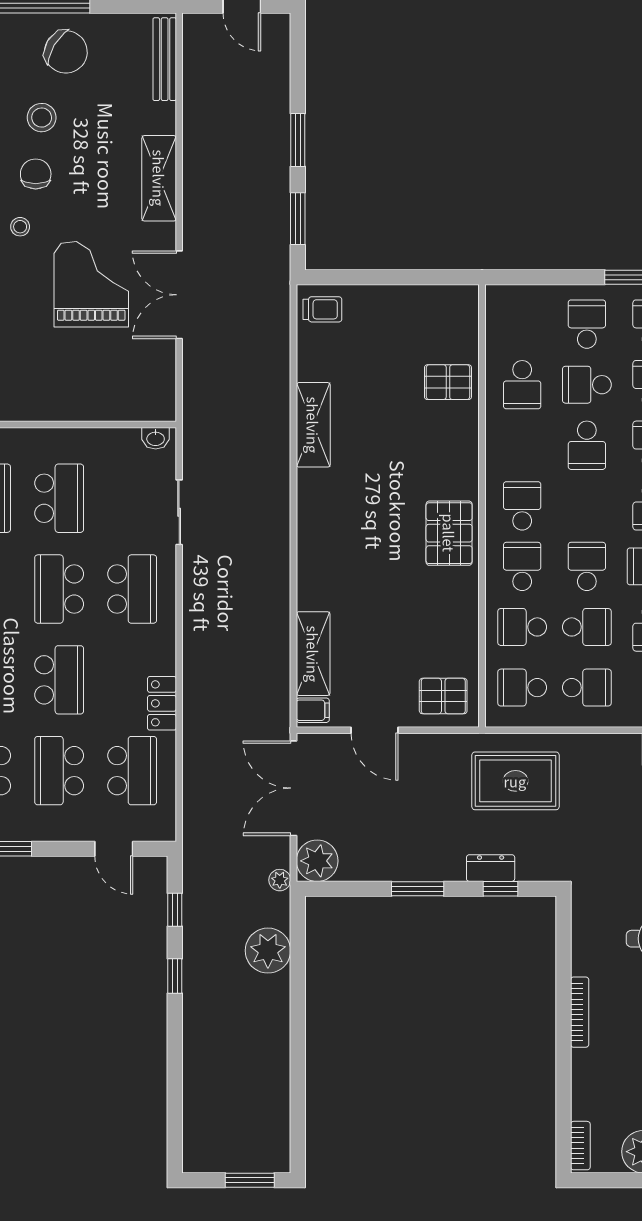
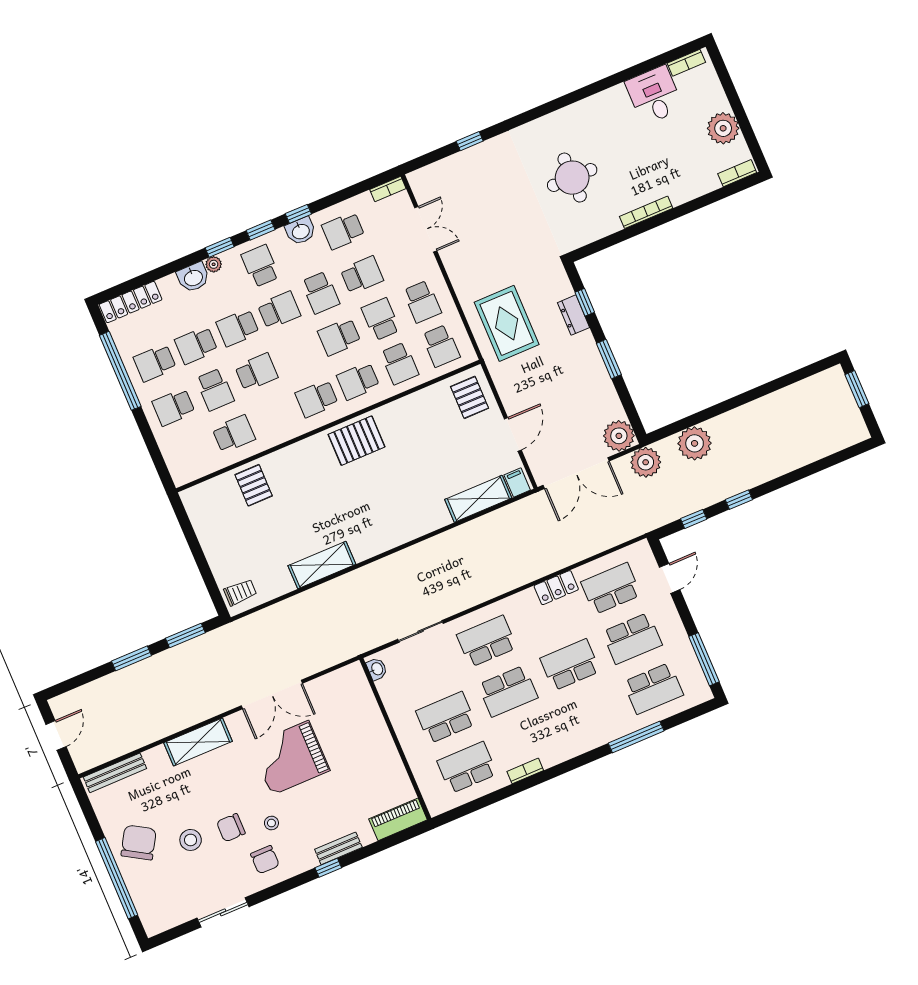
trolley: (322, 309) -> (240, 592), turned 90
school desk: (587, 688) -> (422, 302), turned 180
plant: (280, 880) -> (646, 462), width x1.87, depth x1.87

